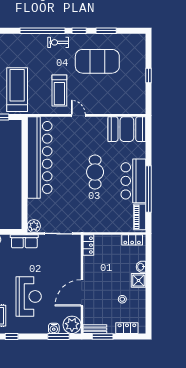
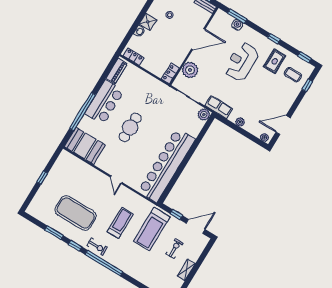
treadmill: (59, 90) -> (120, 223), moved
window: (148, 189) -> (82, 112), moved
plant: (72, 325) -> (190, 70), moved

